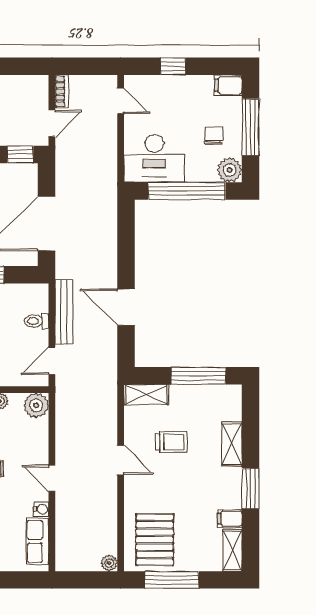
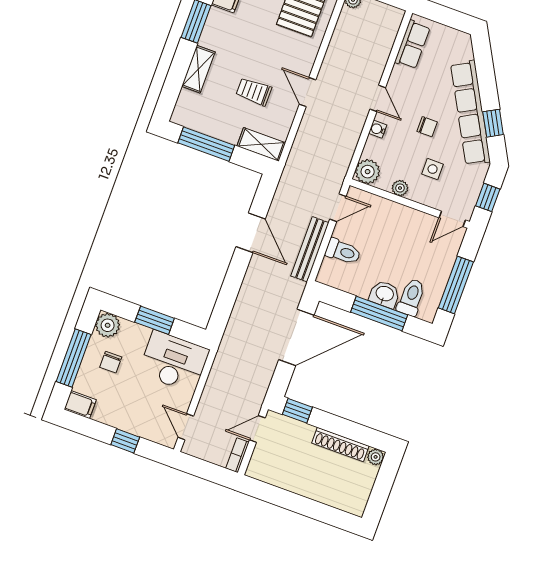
window: (187, 191) -> (155, 320), width x0.47
toilet: (36, 321) -> (343, 252), width x1.37, depth x1.39
water cooler: (41, 509) -> (378, 129), moved

